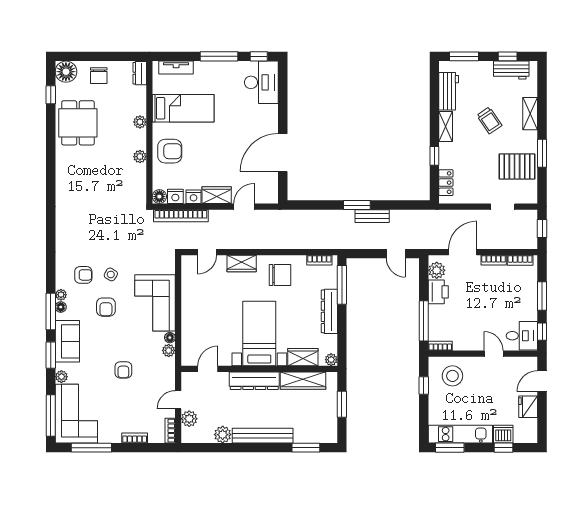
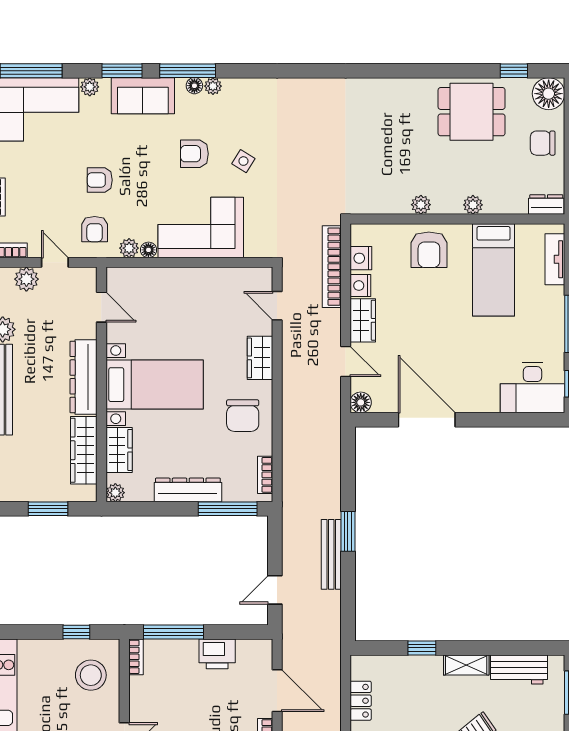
locker: (446, 183) -> (361, 701), moved, turned -90
floor lamp: (159, 197) -> (361, 402), moved
bench: (372, 216) -> (331, 554), width x1.36
plant: (437, 270) -> (250, 652), removed
armchair: (83, 275) -> (95, 229), moved

